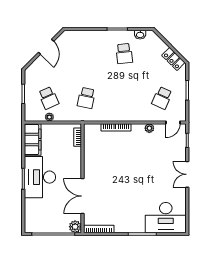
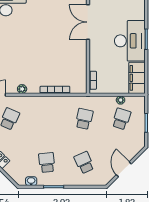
school desk: (86, 54) -> (84, 163), added
school desk: (48, 98) -> (121, 119), turned 42
double door: (82, 196) -> (88, 22), swing flipped

